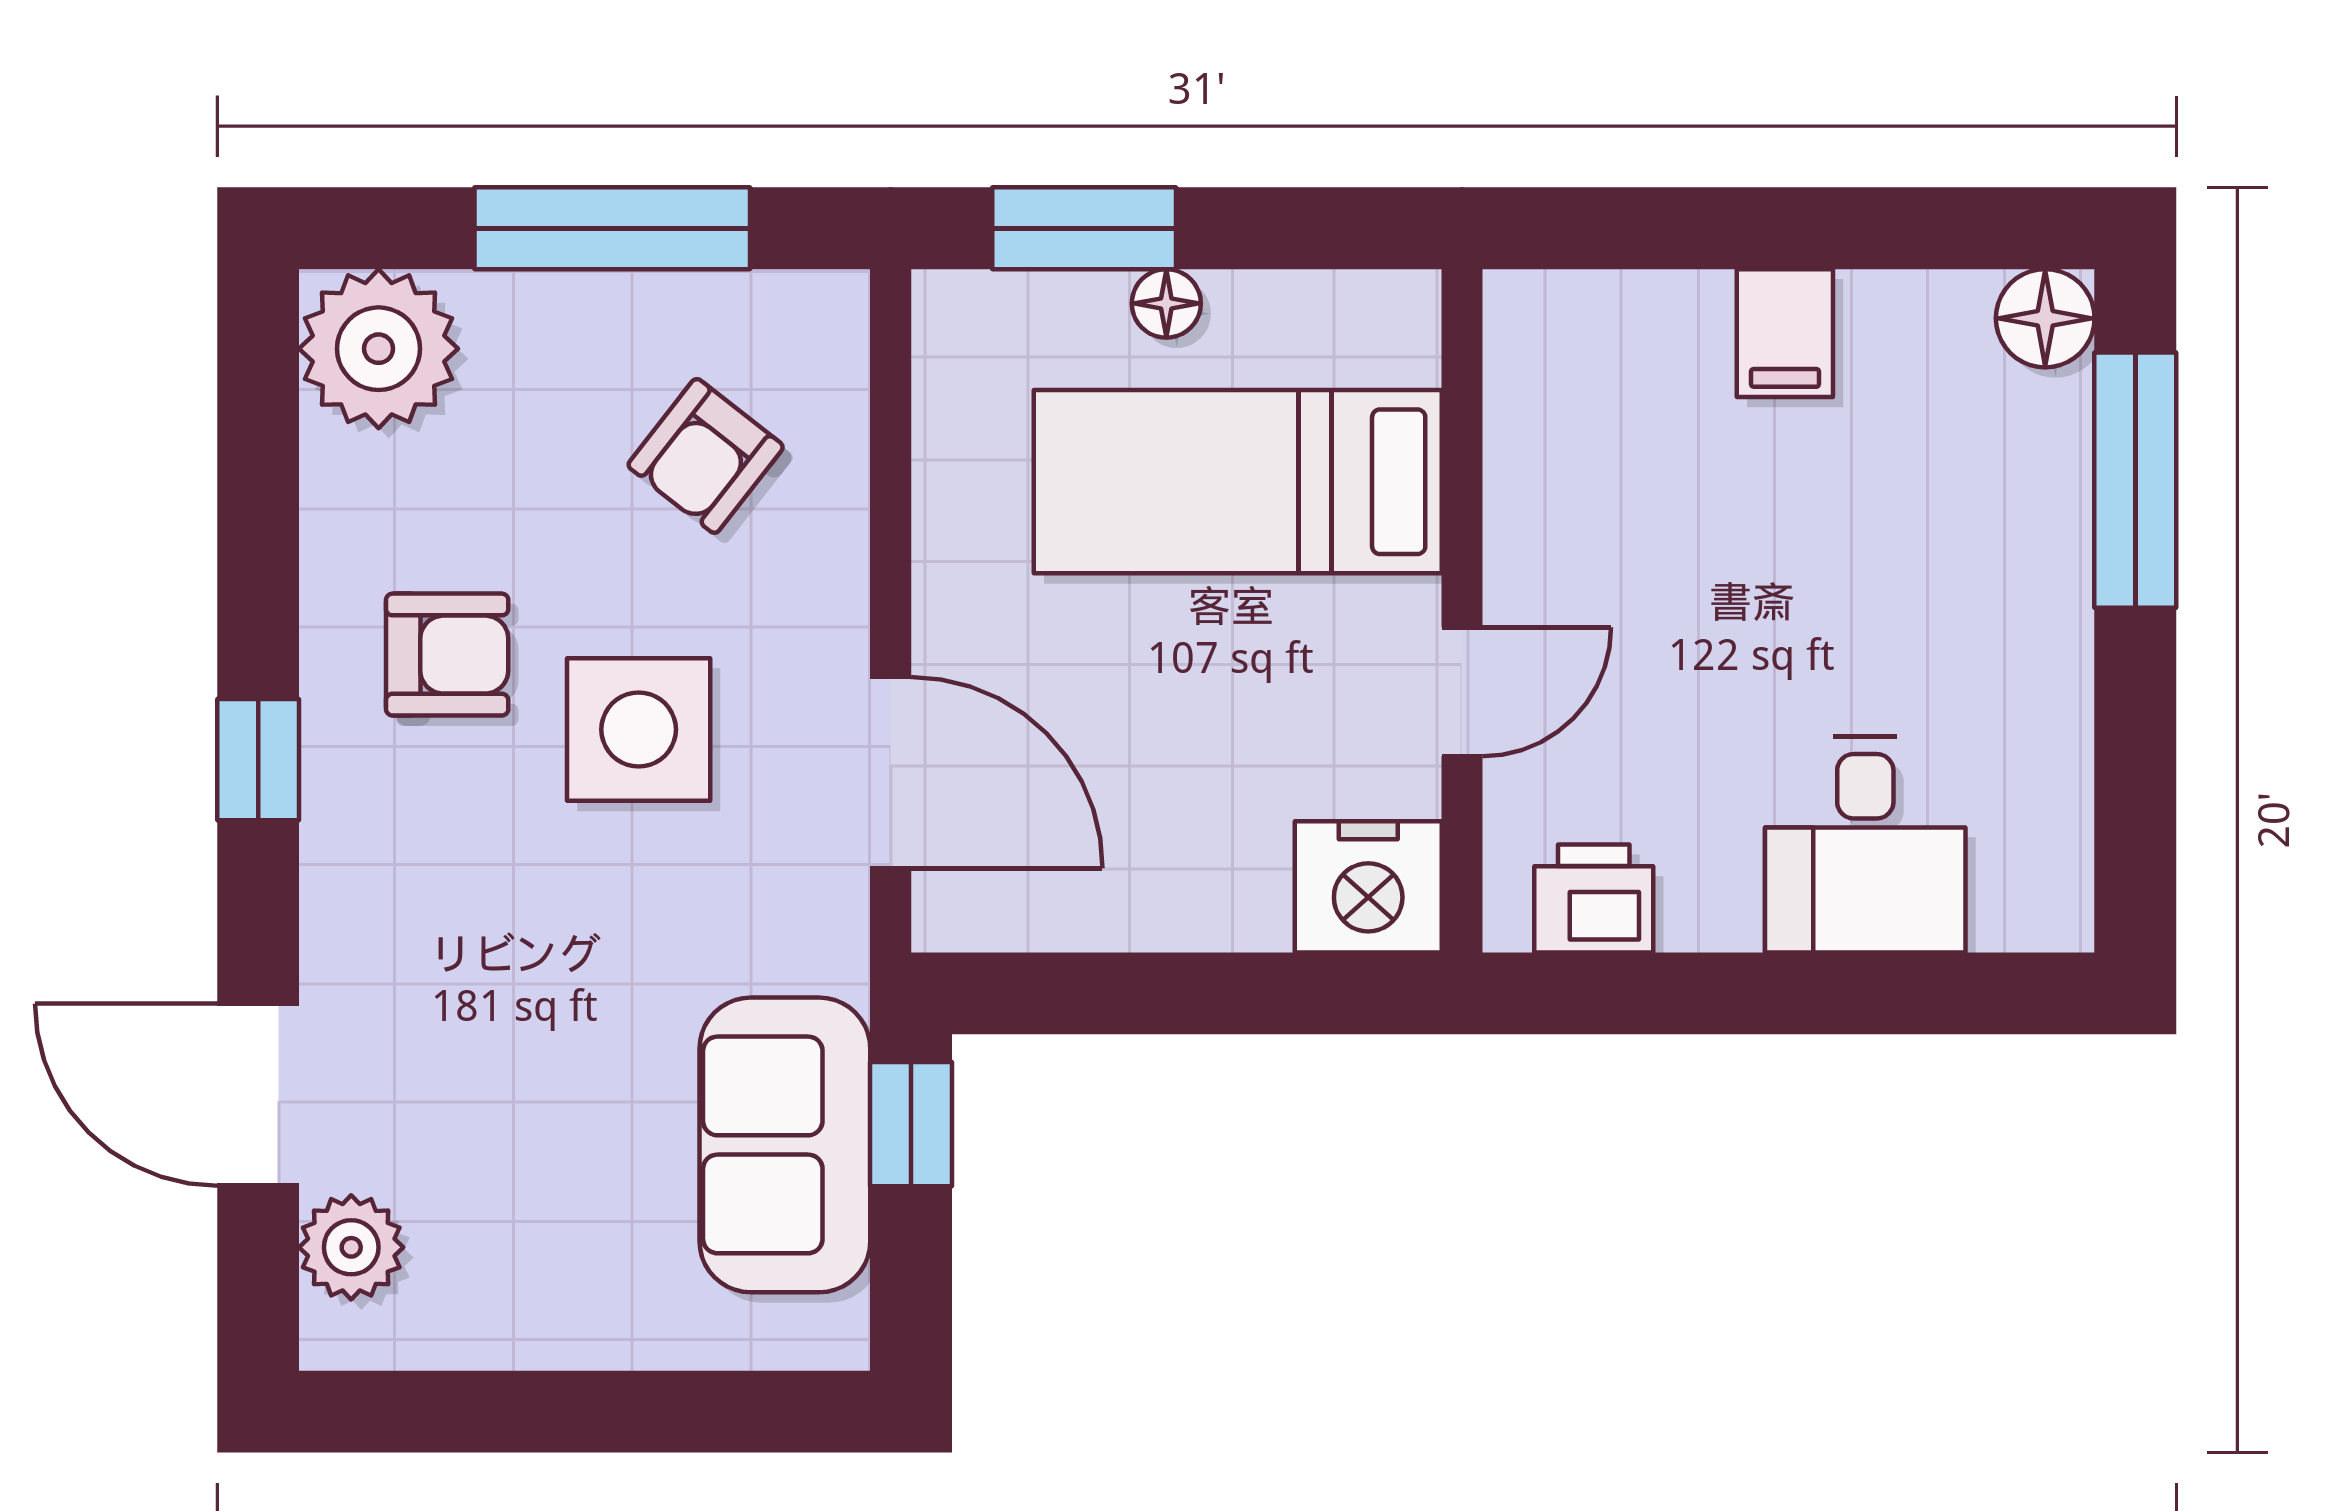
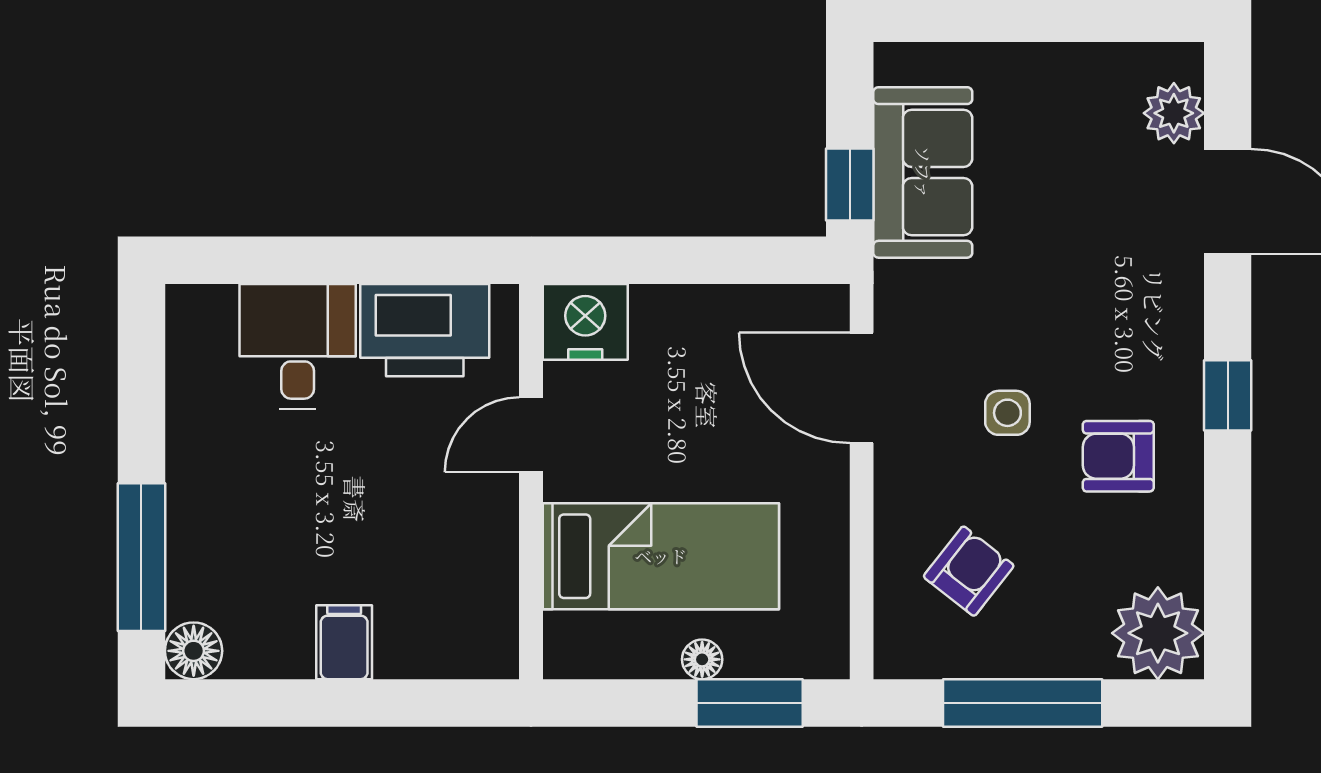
side table: (639, 729) -> (1007, 413), width x0.54, depth x0.54
printer: (1594, 898) -> (425, 330), width x1.87, depth x1.48

